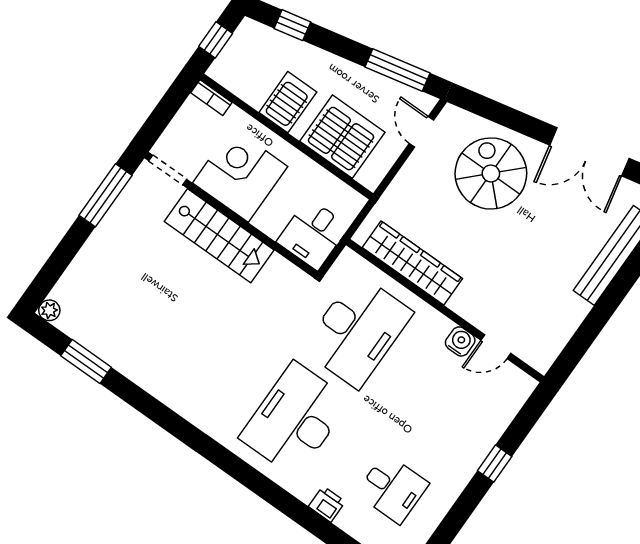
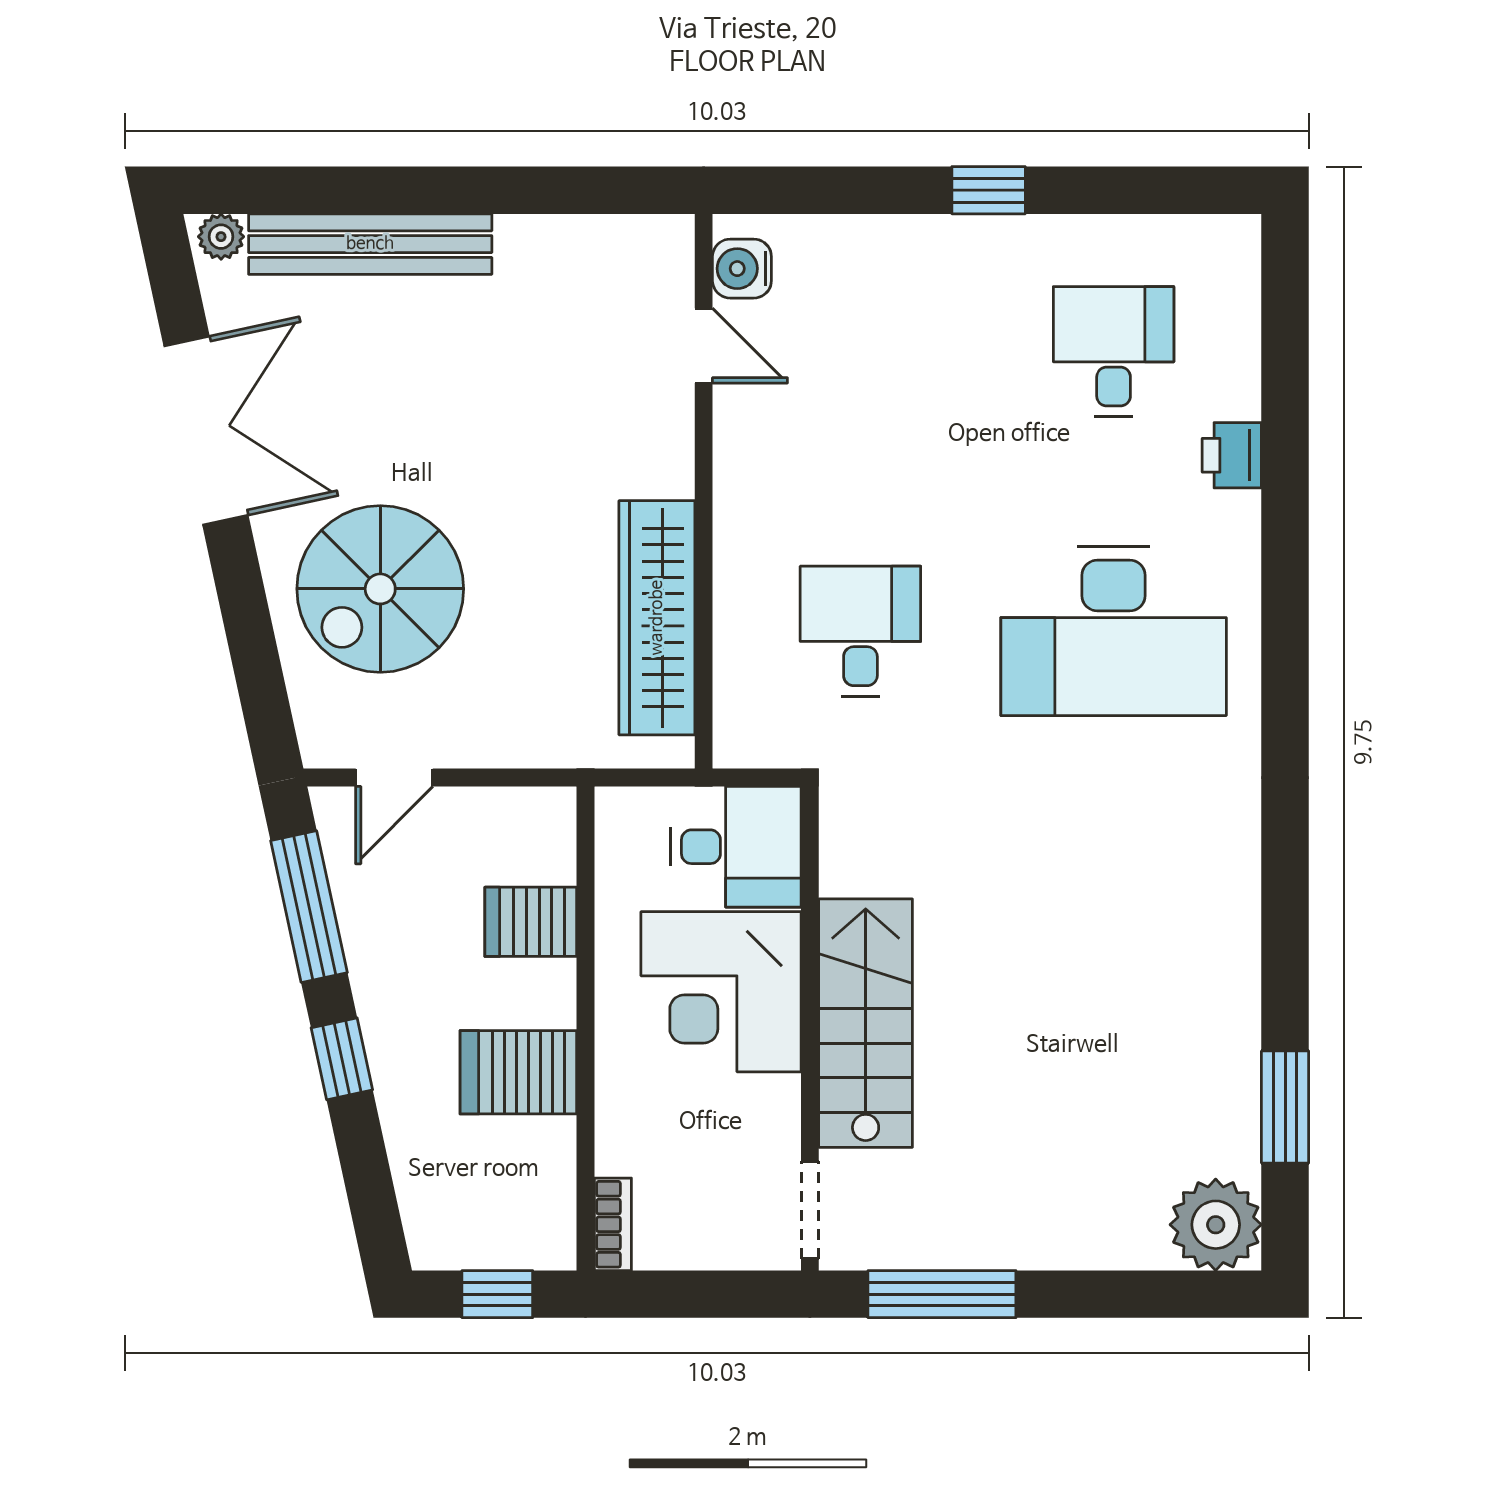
window: (292, 25) -> (342, 1059), moved
server rack: (342, 137) -> (531, 922), width x0.46, depth x0.70
corner desk: (240, 175) -> (721, 992), moved
plant: (49, 310) -> (1216, 1225), width x1.88, depth x1.88
desk: (357, 331) -> (860, 631), width x0.53, depth x0.77
water cooler: (460, 341) -> (742, 269), moved
window: (495, 464) -> (989, 190), moved

